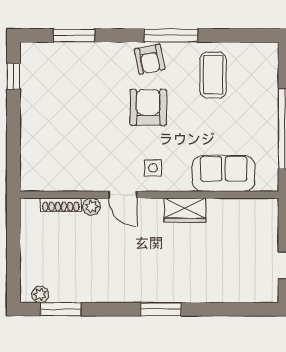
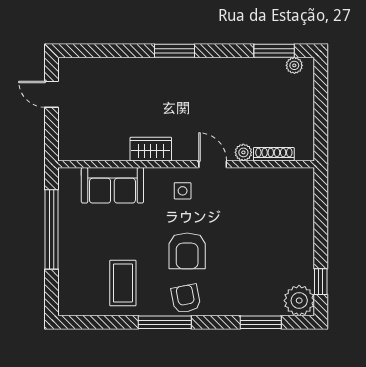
plant: (35, 57) -> (299, 301), added

